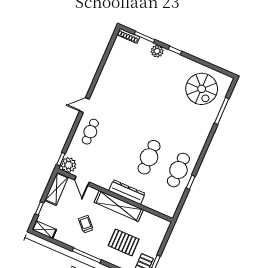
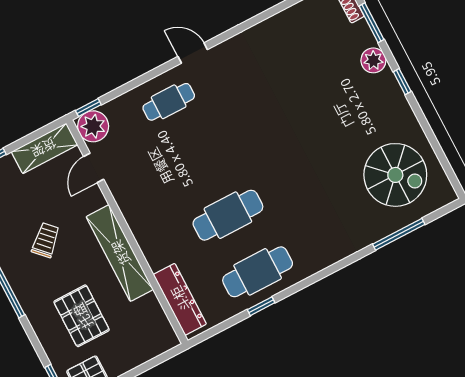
spiral stairs: (202, 89) -> (395, 175), turned -90
dresser: (127, 192) -> (180, 299), moved

